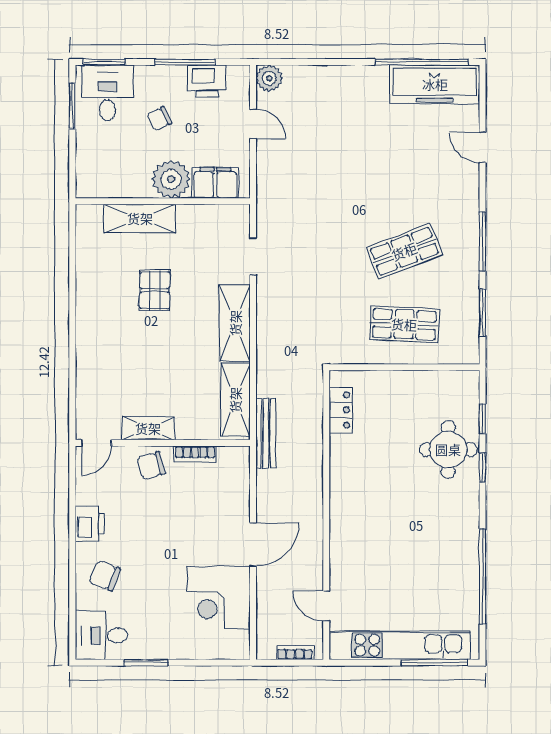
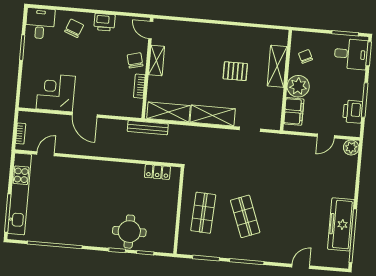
freezer: (435, 84) -> (341, 224), moved
chair: (159, 119) -> (305, 56), moved

